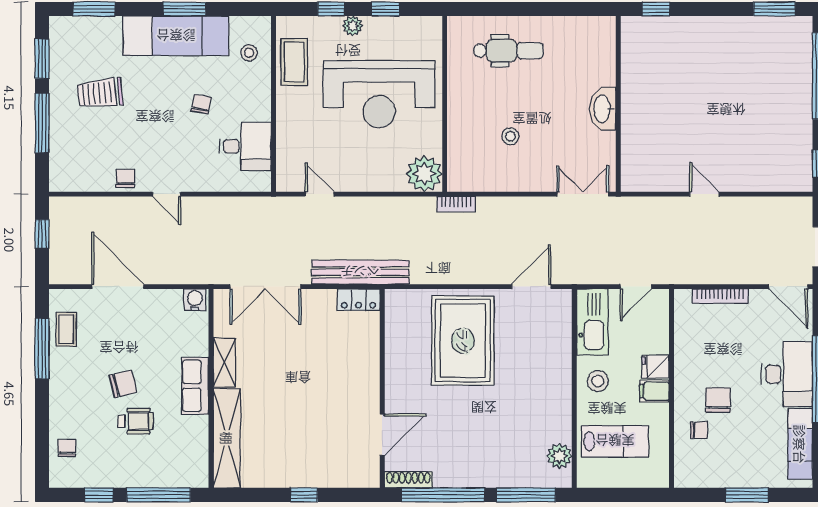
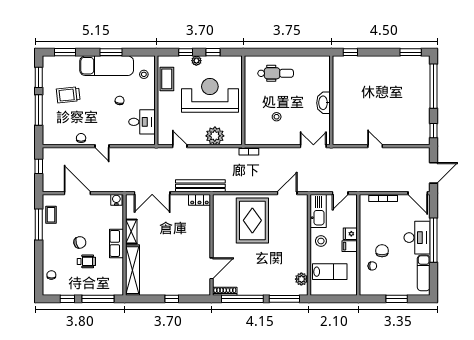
reception desk: (379, 94) -> (210, 95), turned 180
plant: (424, 174) -> (215, 136), moved

